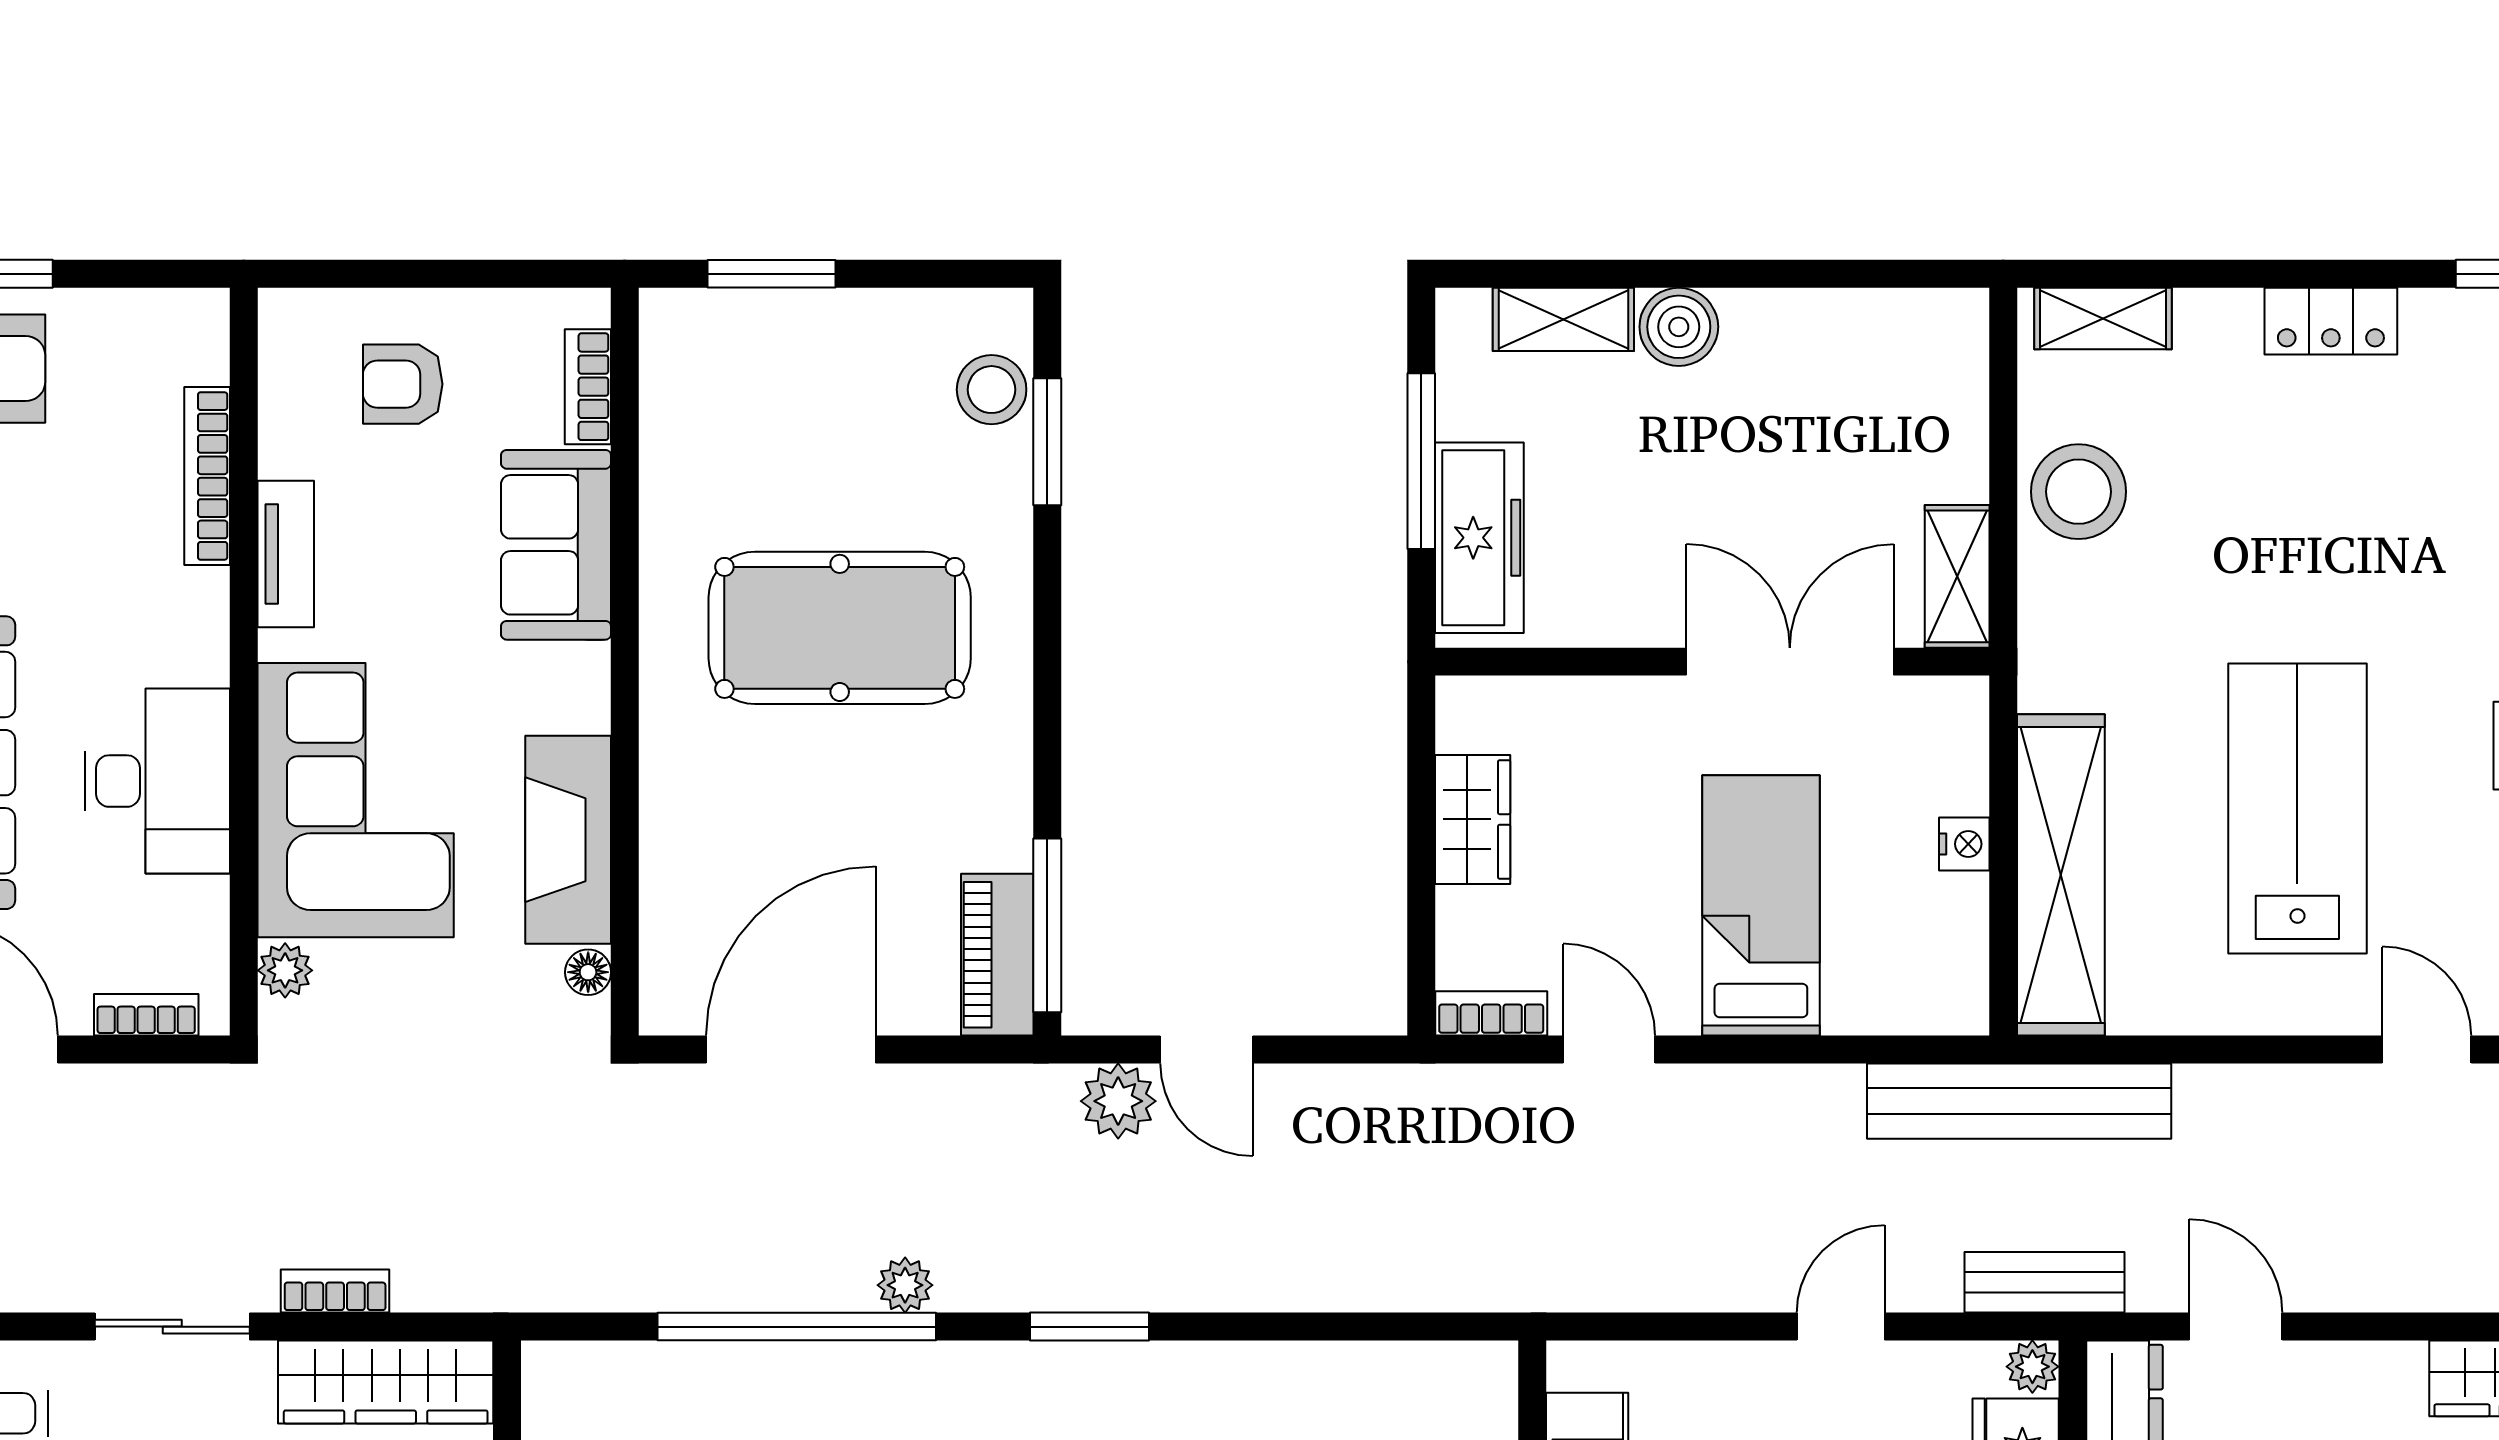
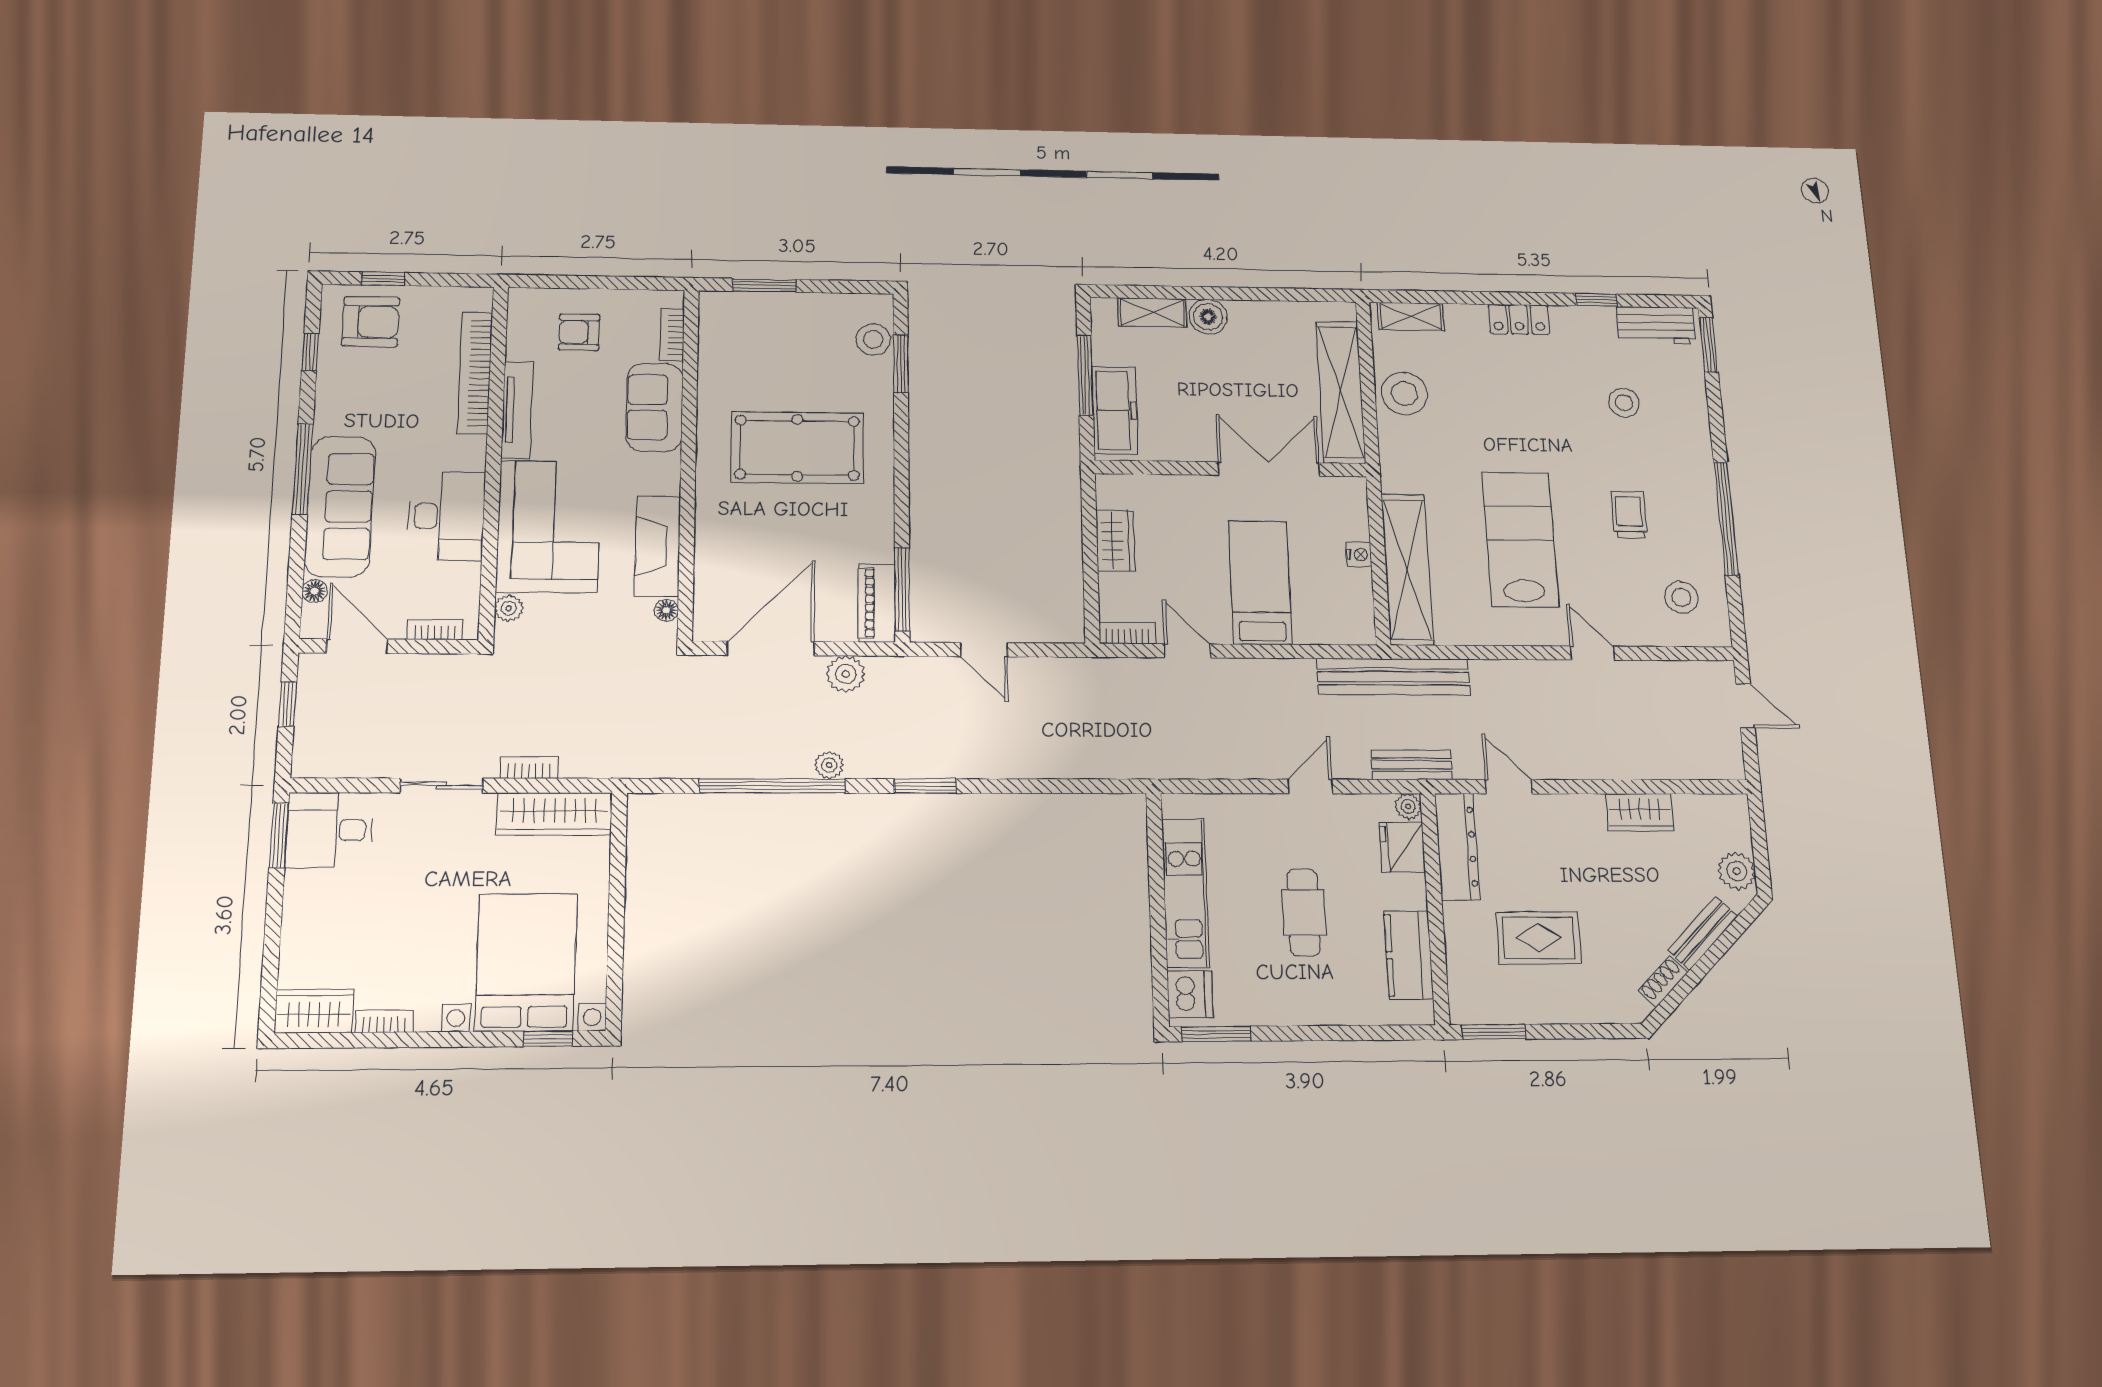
bookcase: (207, 476) -> (475, 373), width x1.48, depth x1.31
tv unit: (286, 554) -> (517, 410), width x1.41
shelving: (1957, 576) -> (1341, 392), width x2.20, depth x1.33
plant: (1118, 1101) -> (846, 674), moved

